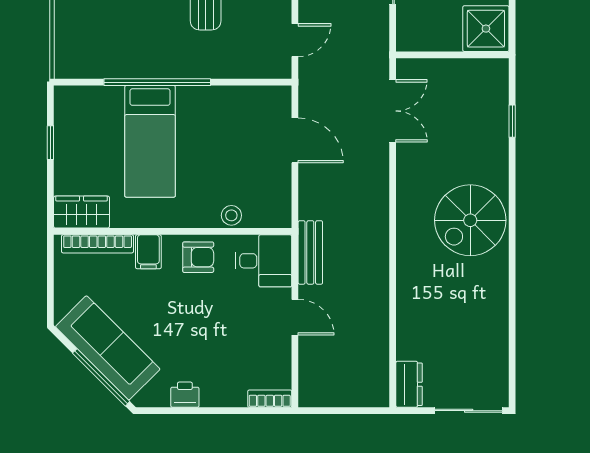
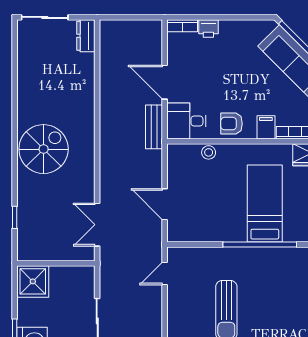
door: (295, 317) -> (165, 82), width x1.38
printer: (185, 395) -> (208, 29), moved

